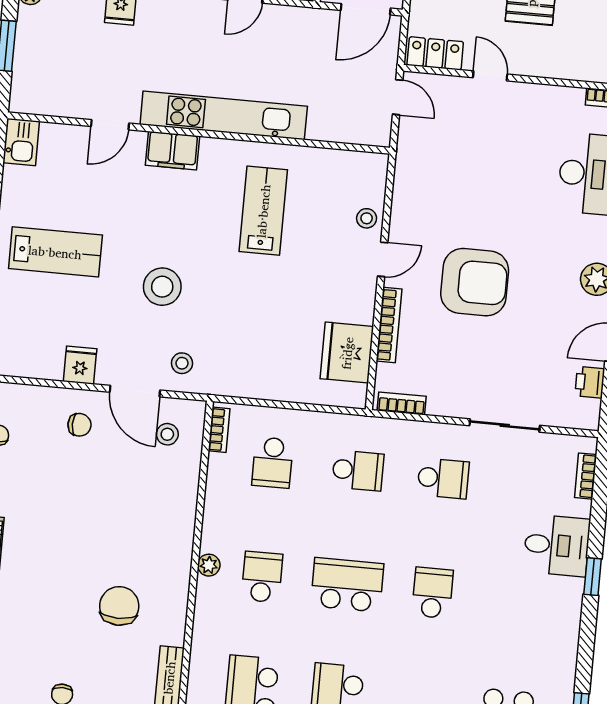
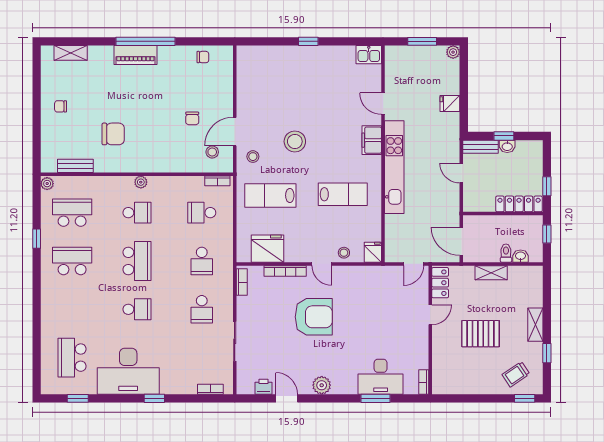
lab bench: (55, 252) -> (270, 195), moved, turned 90
armchair: (475, 282) -> (314, 317), turned -90
fridge: (80, 365) -> (373, 252), moved, turned -90
chair: (79, 425) -> (192, 118), moved
desk: (557, 545) -> (128, 371), moved, width x1.87, depth x1.30

